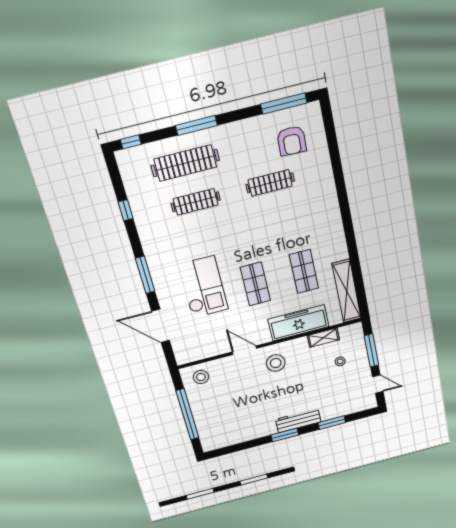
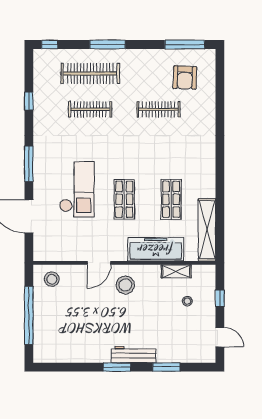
door: (244, 350) -> (99, 263), swing flipped
window: (371, 350) -> (220, 298), width x0.46

